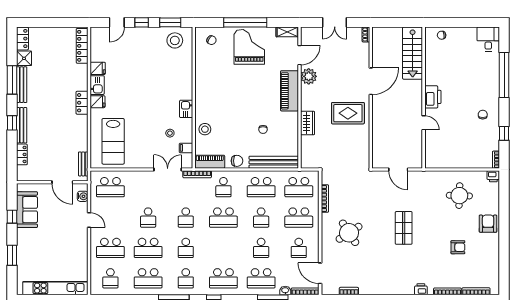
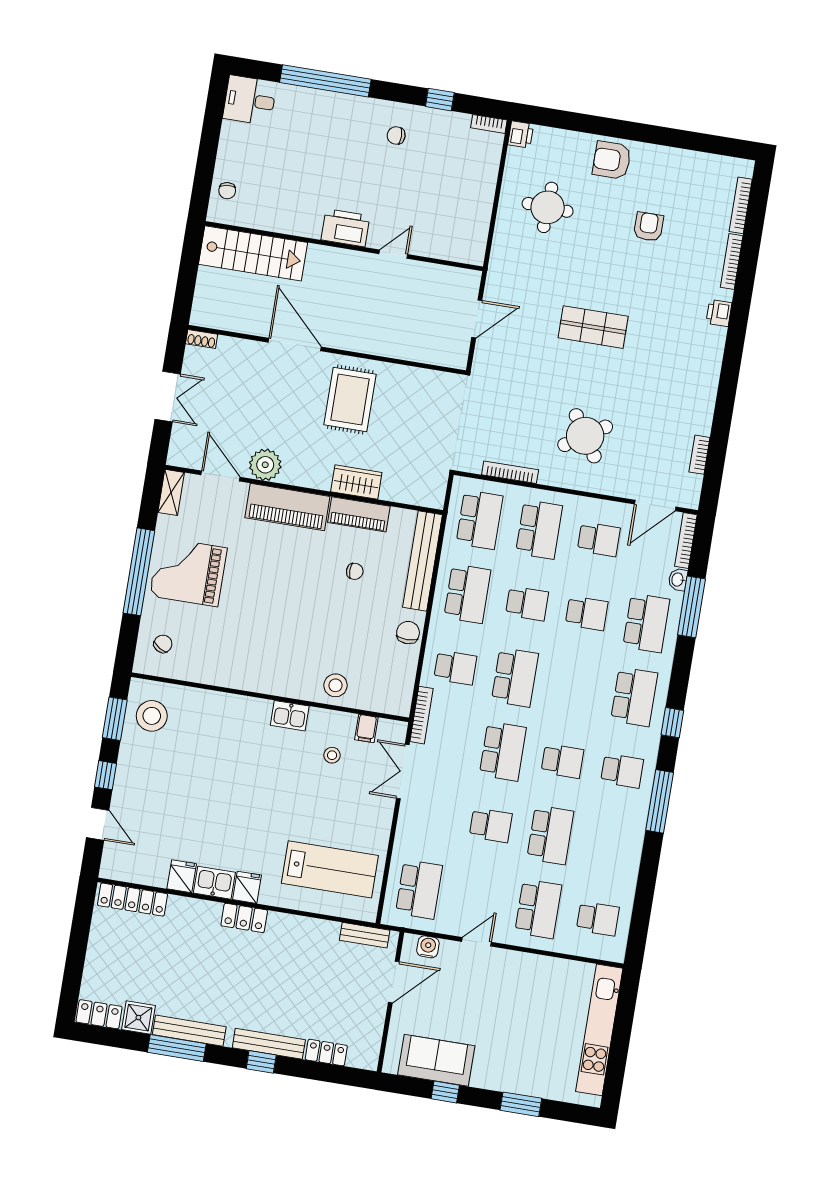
piano: (210, 162) -> (359, 514), moved, turned -90
school desk: (186, 218) -> (503, 751), width x1.85
school desk: (148, 278) -> (610, 845), removed

